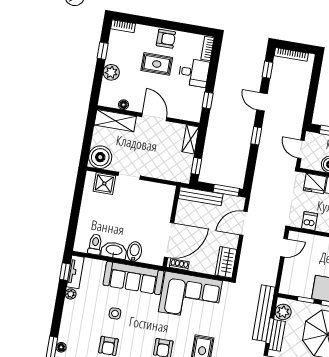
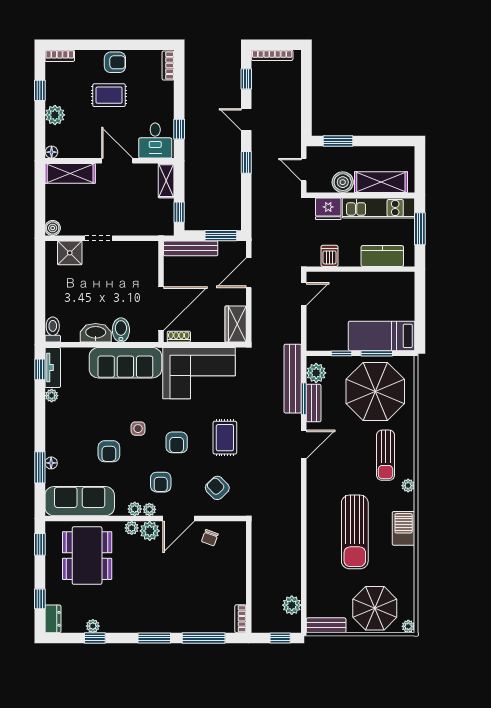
desk: (194, 73) -> (155, 141), moved, turned 90
floor lamp: (123, 105) -> (52, 152), moved
boiler: (100, 157) -> (53, 228), width x0.54, depth x0.54
toilet: (95, 244) -> (53, 330), moved
side table: (115, 313) -> (138, 429), moved

